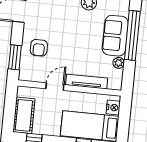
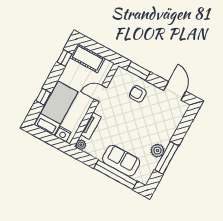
plant: (119, 63) -> (81, 145), moved
tv unit: (87, 82) -> (91, 126), width x0.71
door: (55, 87) -> (100, 94), swing flipped

